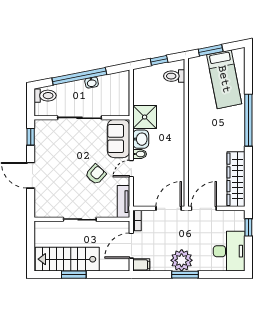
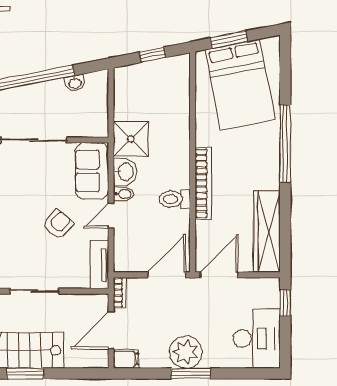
toilet: (174, 76) -> (175, 199), moved
bed: (224, 79) -> (240, 85), width x1.50
washbasin: (92, 82) -> (75, 83), moved
bookcase: (193, 147) -> (203, 183), added

